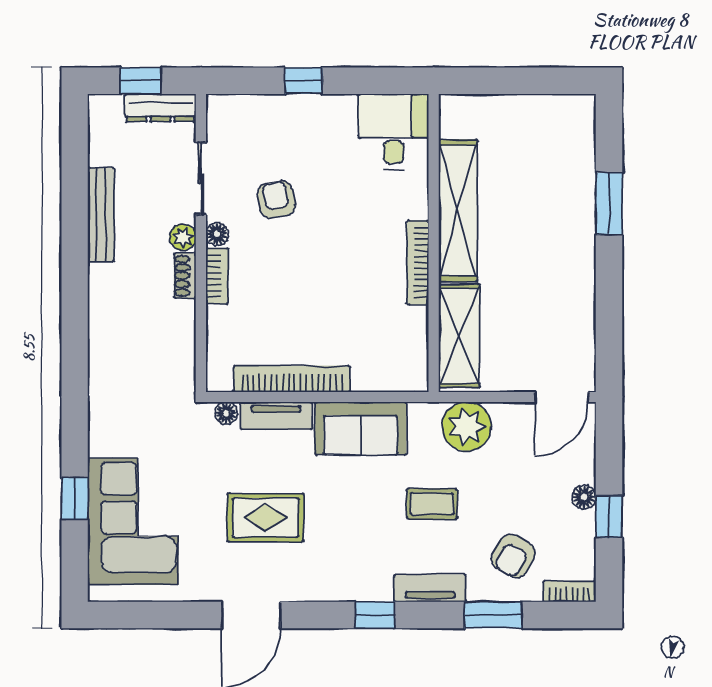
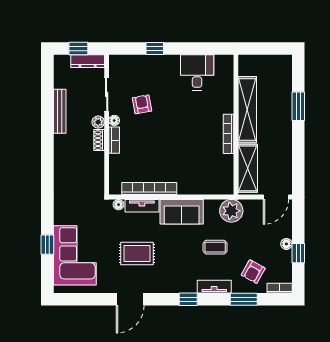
shelving: (458, 211) -> (247, 110), moved
wall: (434, 243) -> (236, 125), moved
bookcase: (418, 262) -> (228, 134), moved
shelving: (459, 336) -> (248, 168), moved

